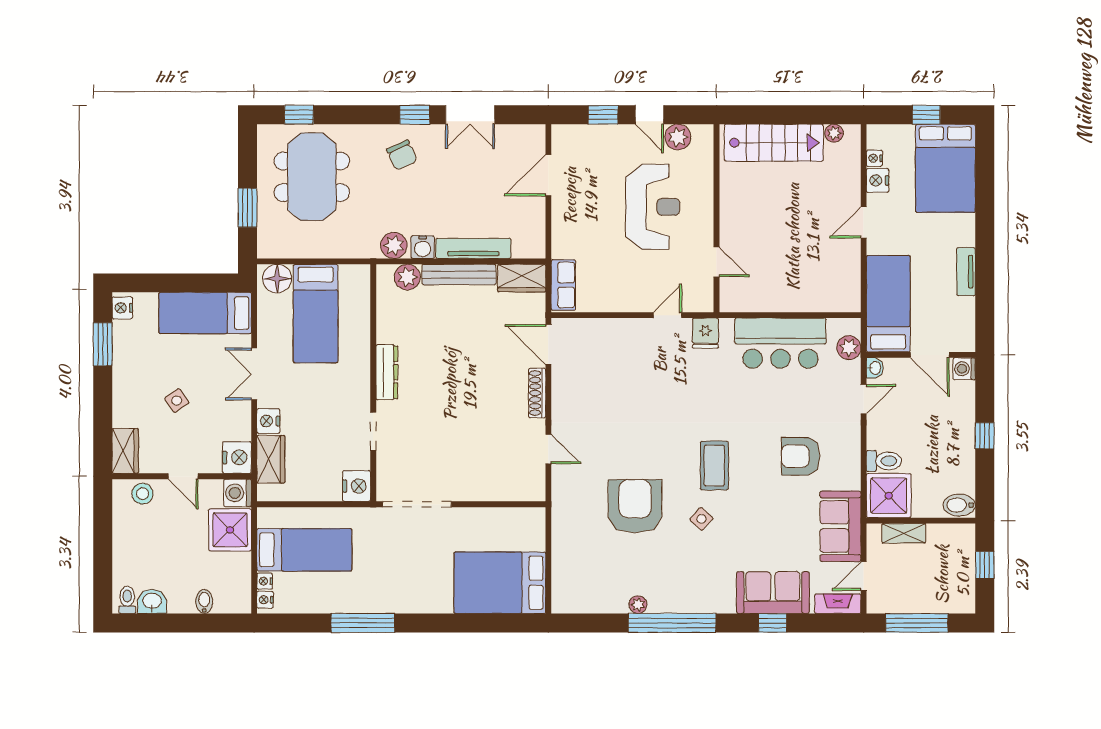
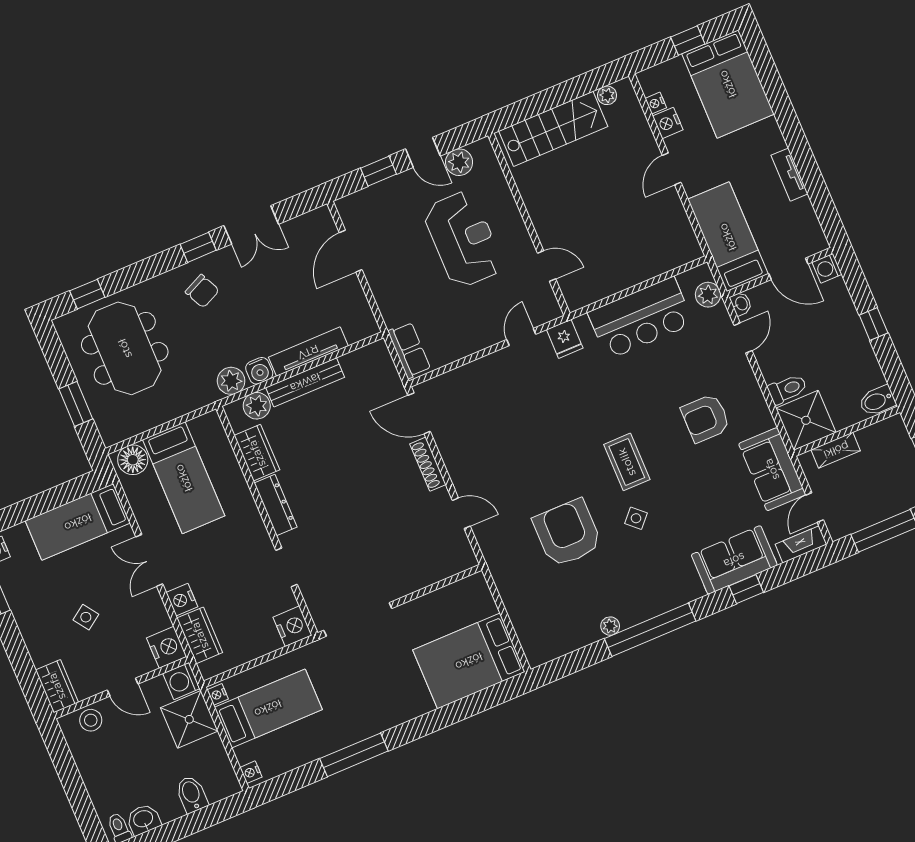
wardrobe: (522, 278) -> (257, 453), moved, turned -90
nightstand: (265, 581) -> (218, 694), moved
bidet: (204, 601) -> (192, 794), width x1.38, depth x1.36

